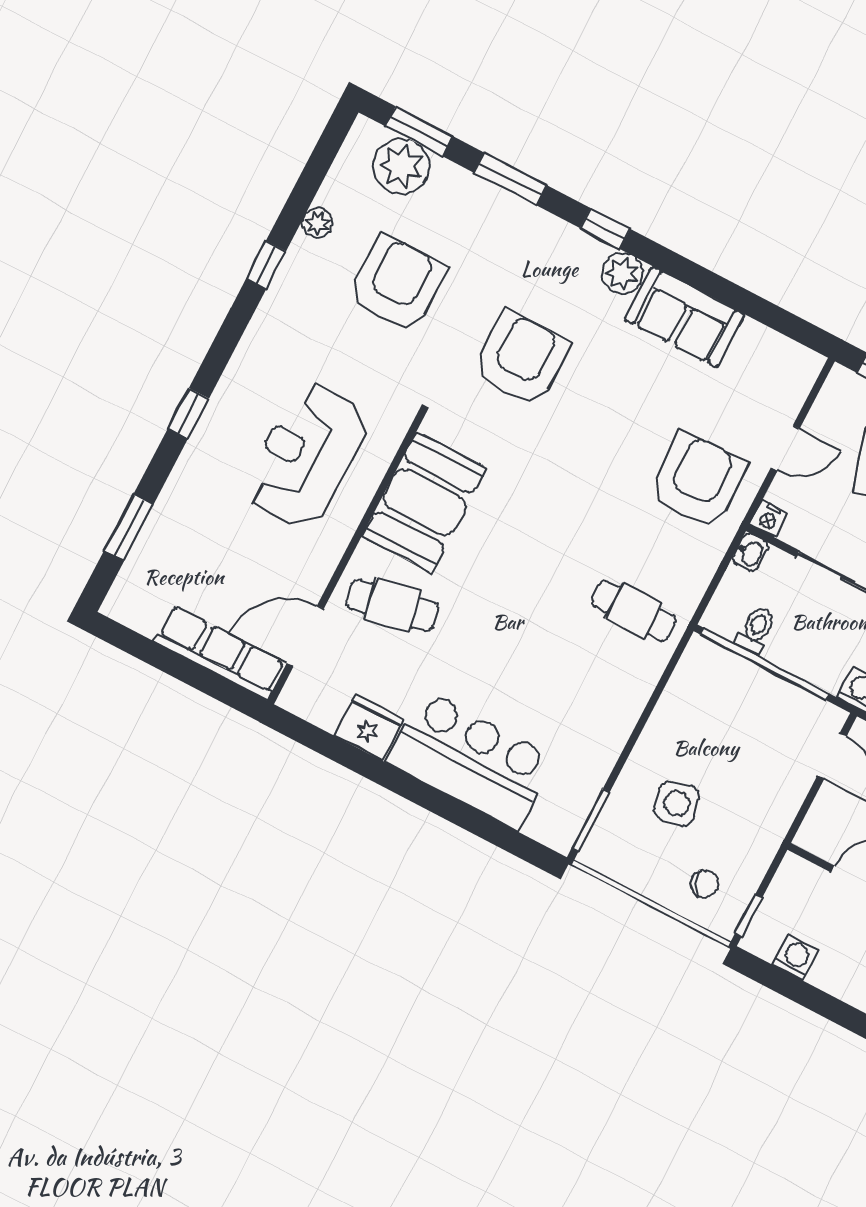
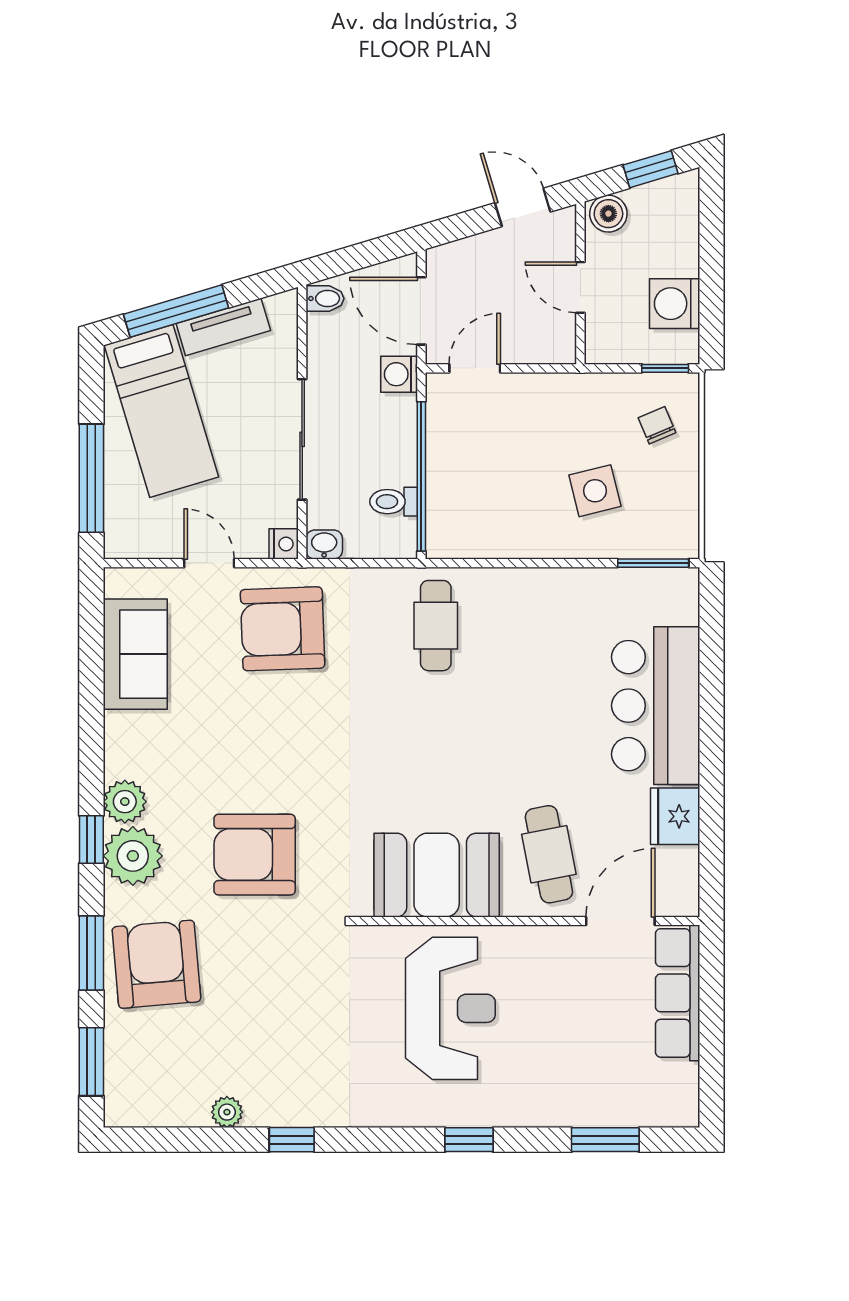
plant: (401, 166) -> (133, 856), moved
armchair: (397, 284) -> (156, 964), moved, turned 85
sofa: (685, 317) -> (135, 654), moved
reception desk: (307, 455) -> (450, 1008), turned -90
door: (305, 636) -> (620, 921), swing flipped
washing machine: (796, 958) -> (675, 304), width x1.38, depth x1.38

